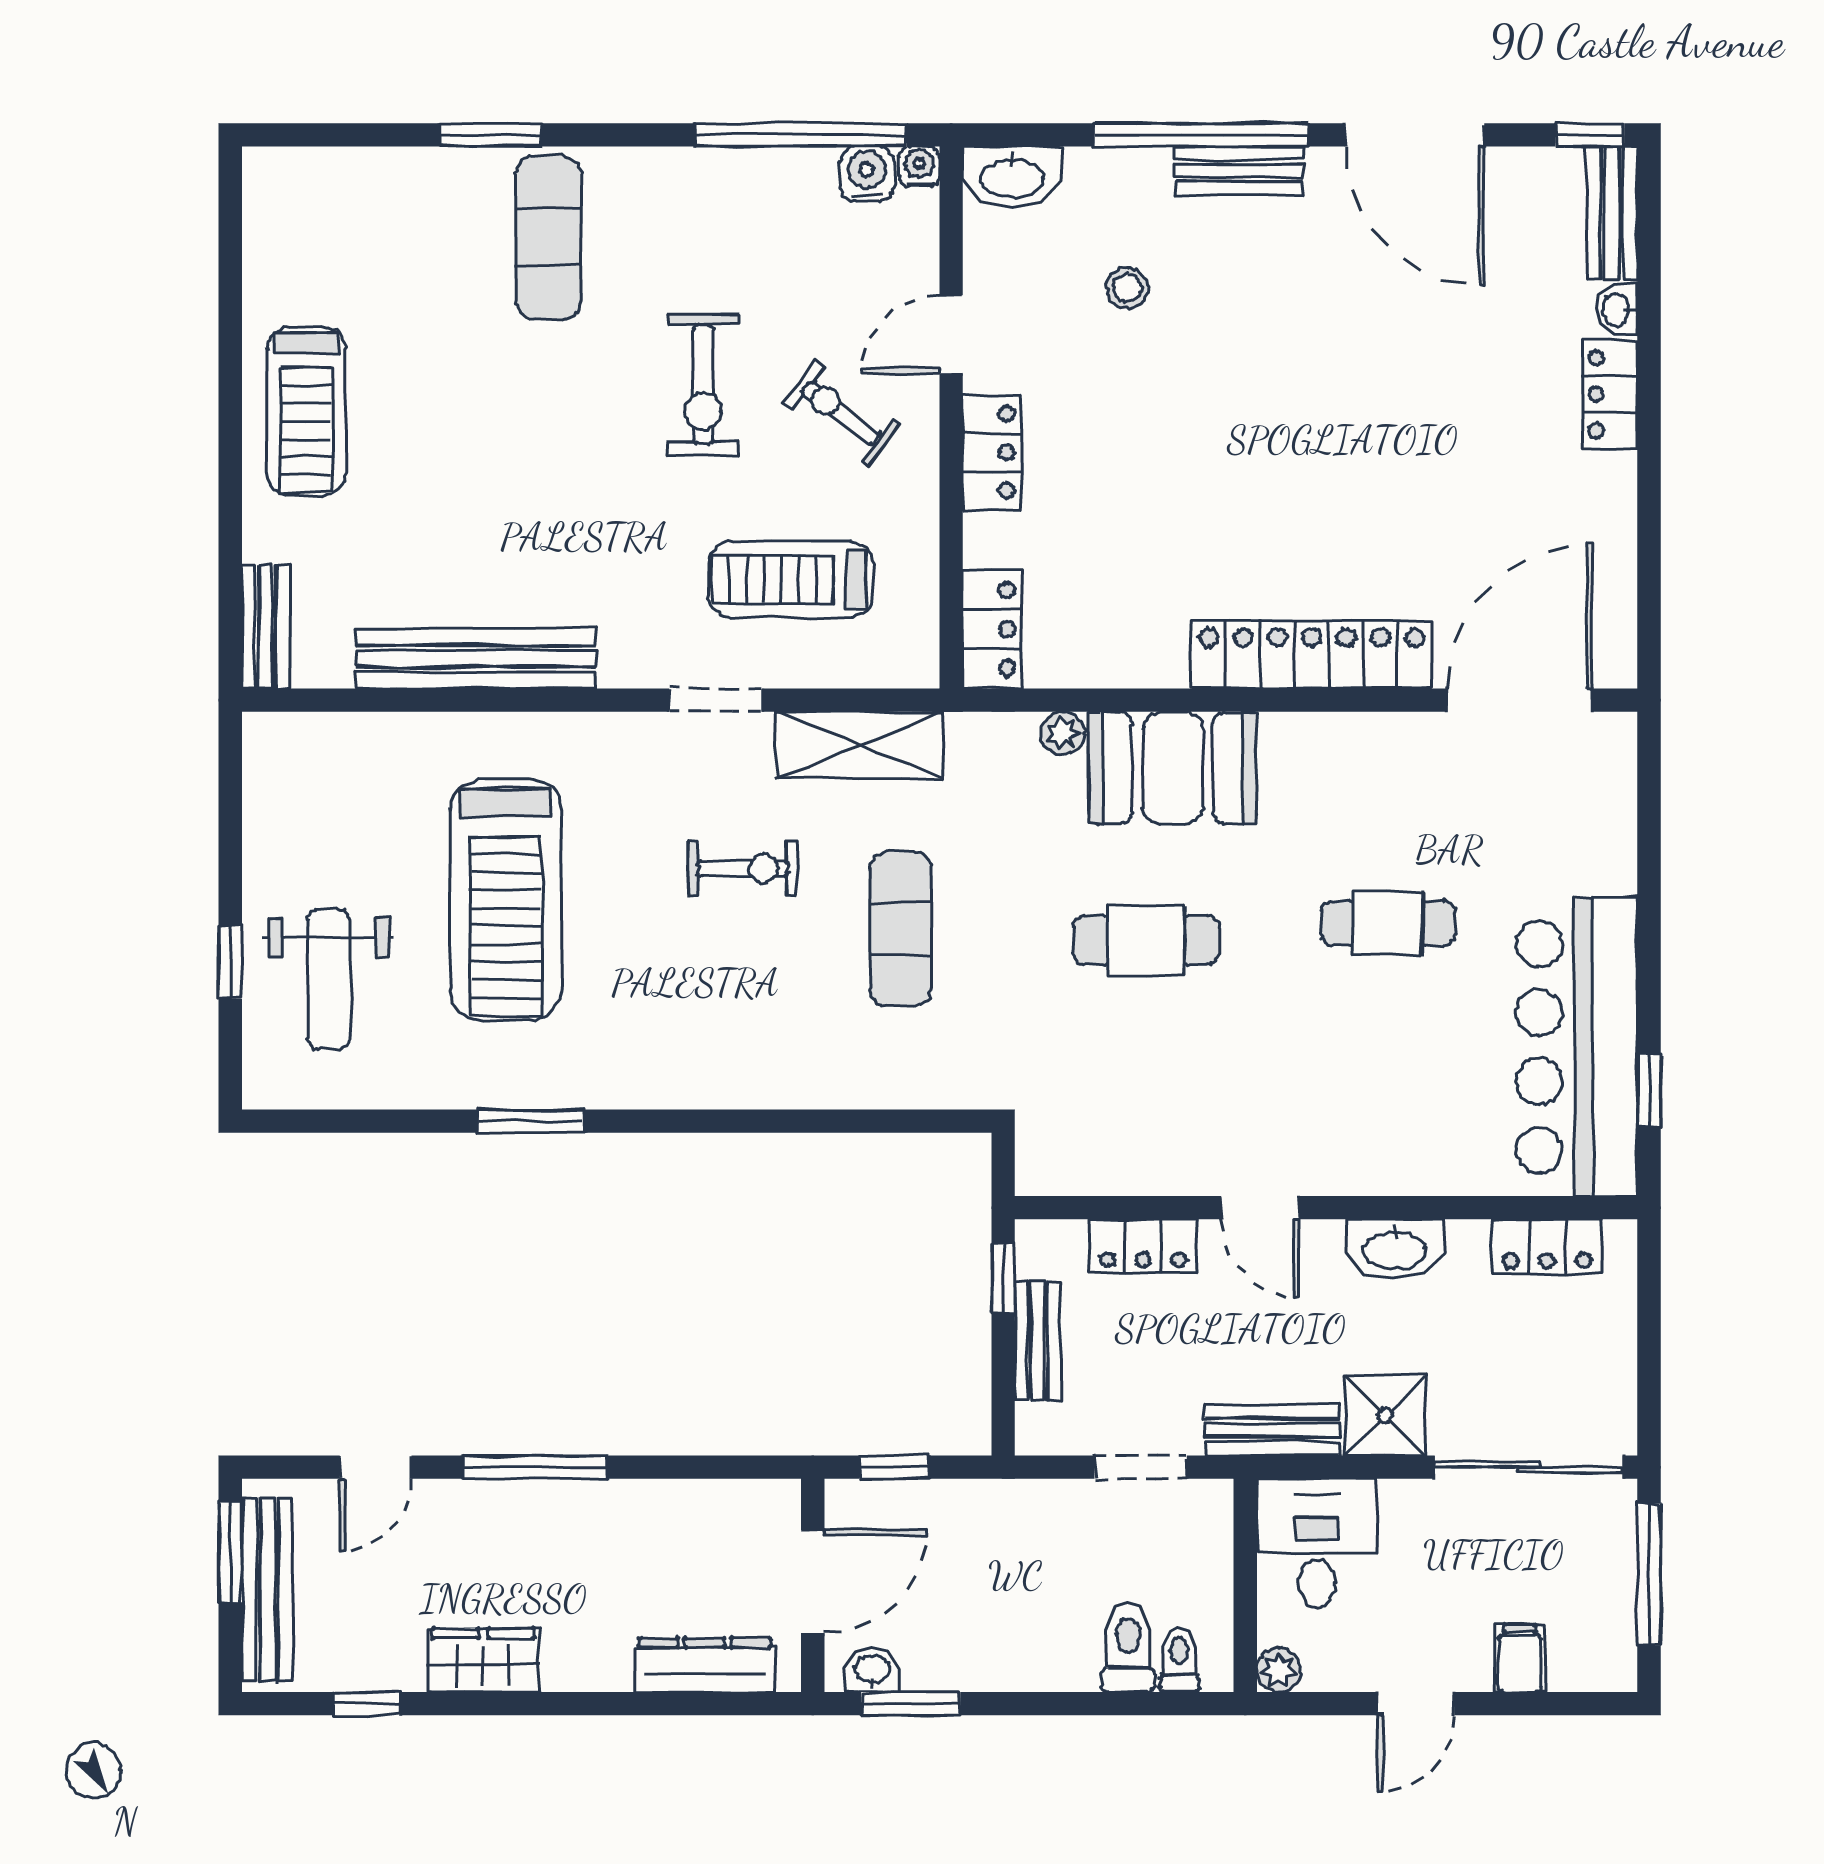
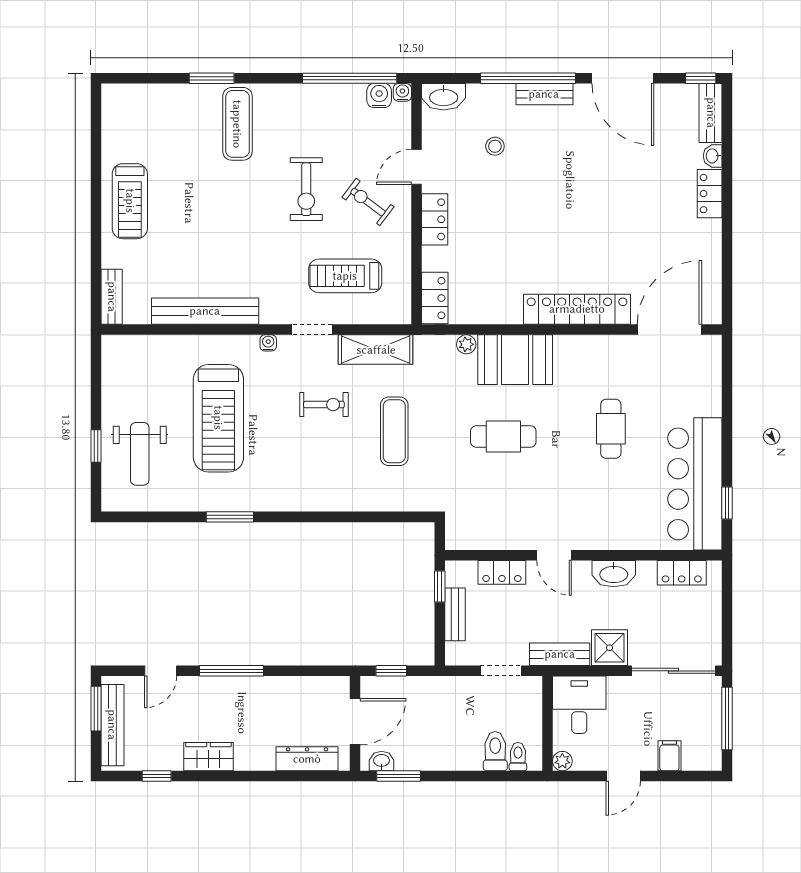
water cooler: (617, 730) -> (268, 343), added
cafe table: (1388, 923) -> (611, 429), turned 90

